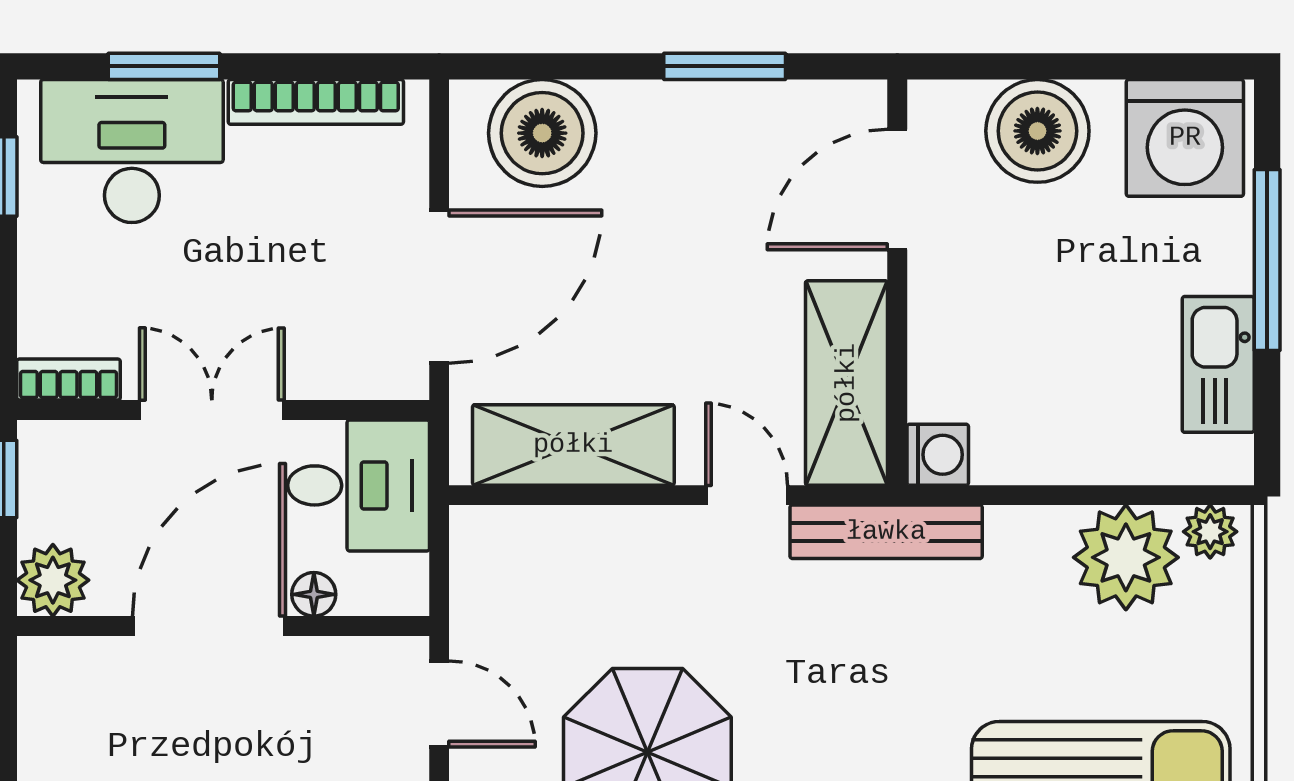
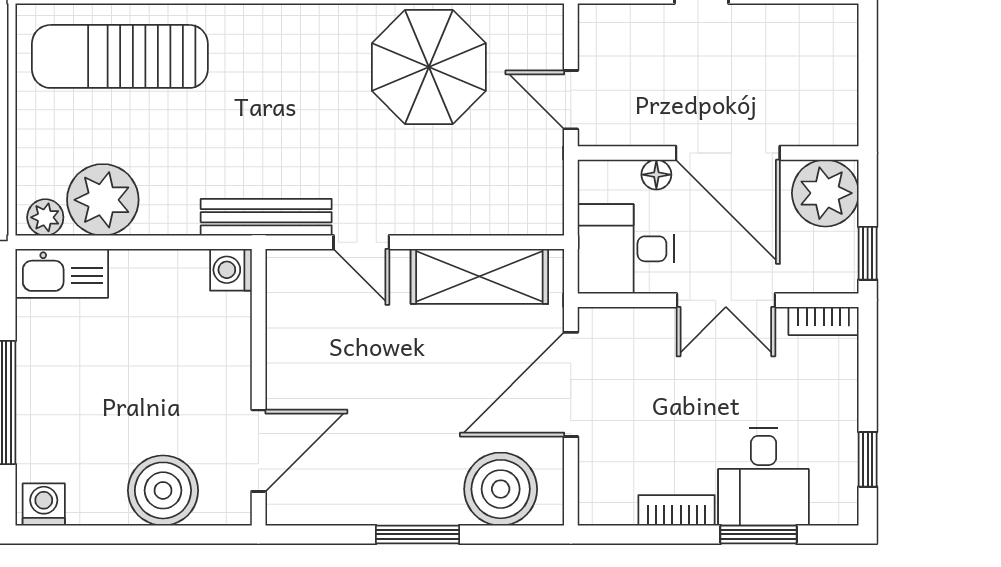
window: (725, 66) -> (418, 534), moved
bookcase: (316, 102) -> (676, 510), width x0.64
washing machine: (1185, 138) -> (44, 504), width x0.53, depth x0.53
desk: (132, 151) -> (763, 477), width x0.73
kitchen sink: (1218, 364) -> (62, 273), moved, turned 90
shelving: (847, 383) -> (293, 319), removed
plant: (53, 580) -> (825, 193), width x1.36, depth x1.36
door: (209, 626) -> (728, 153), hinge flipped

